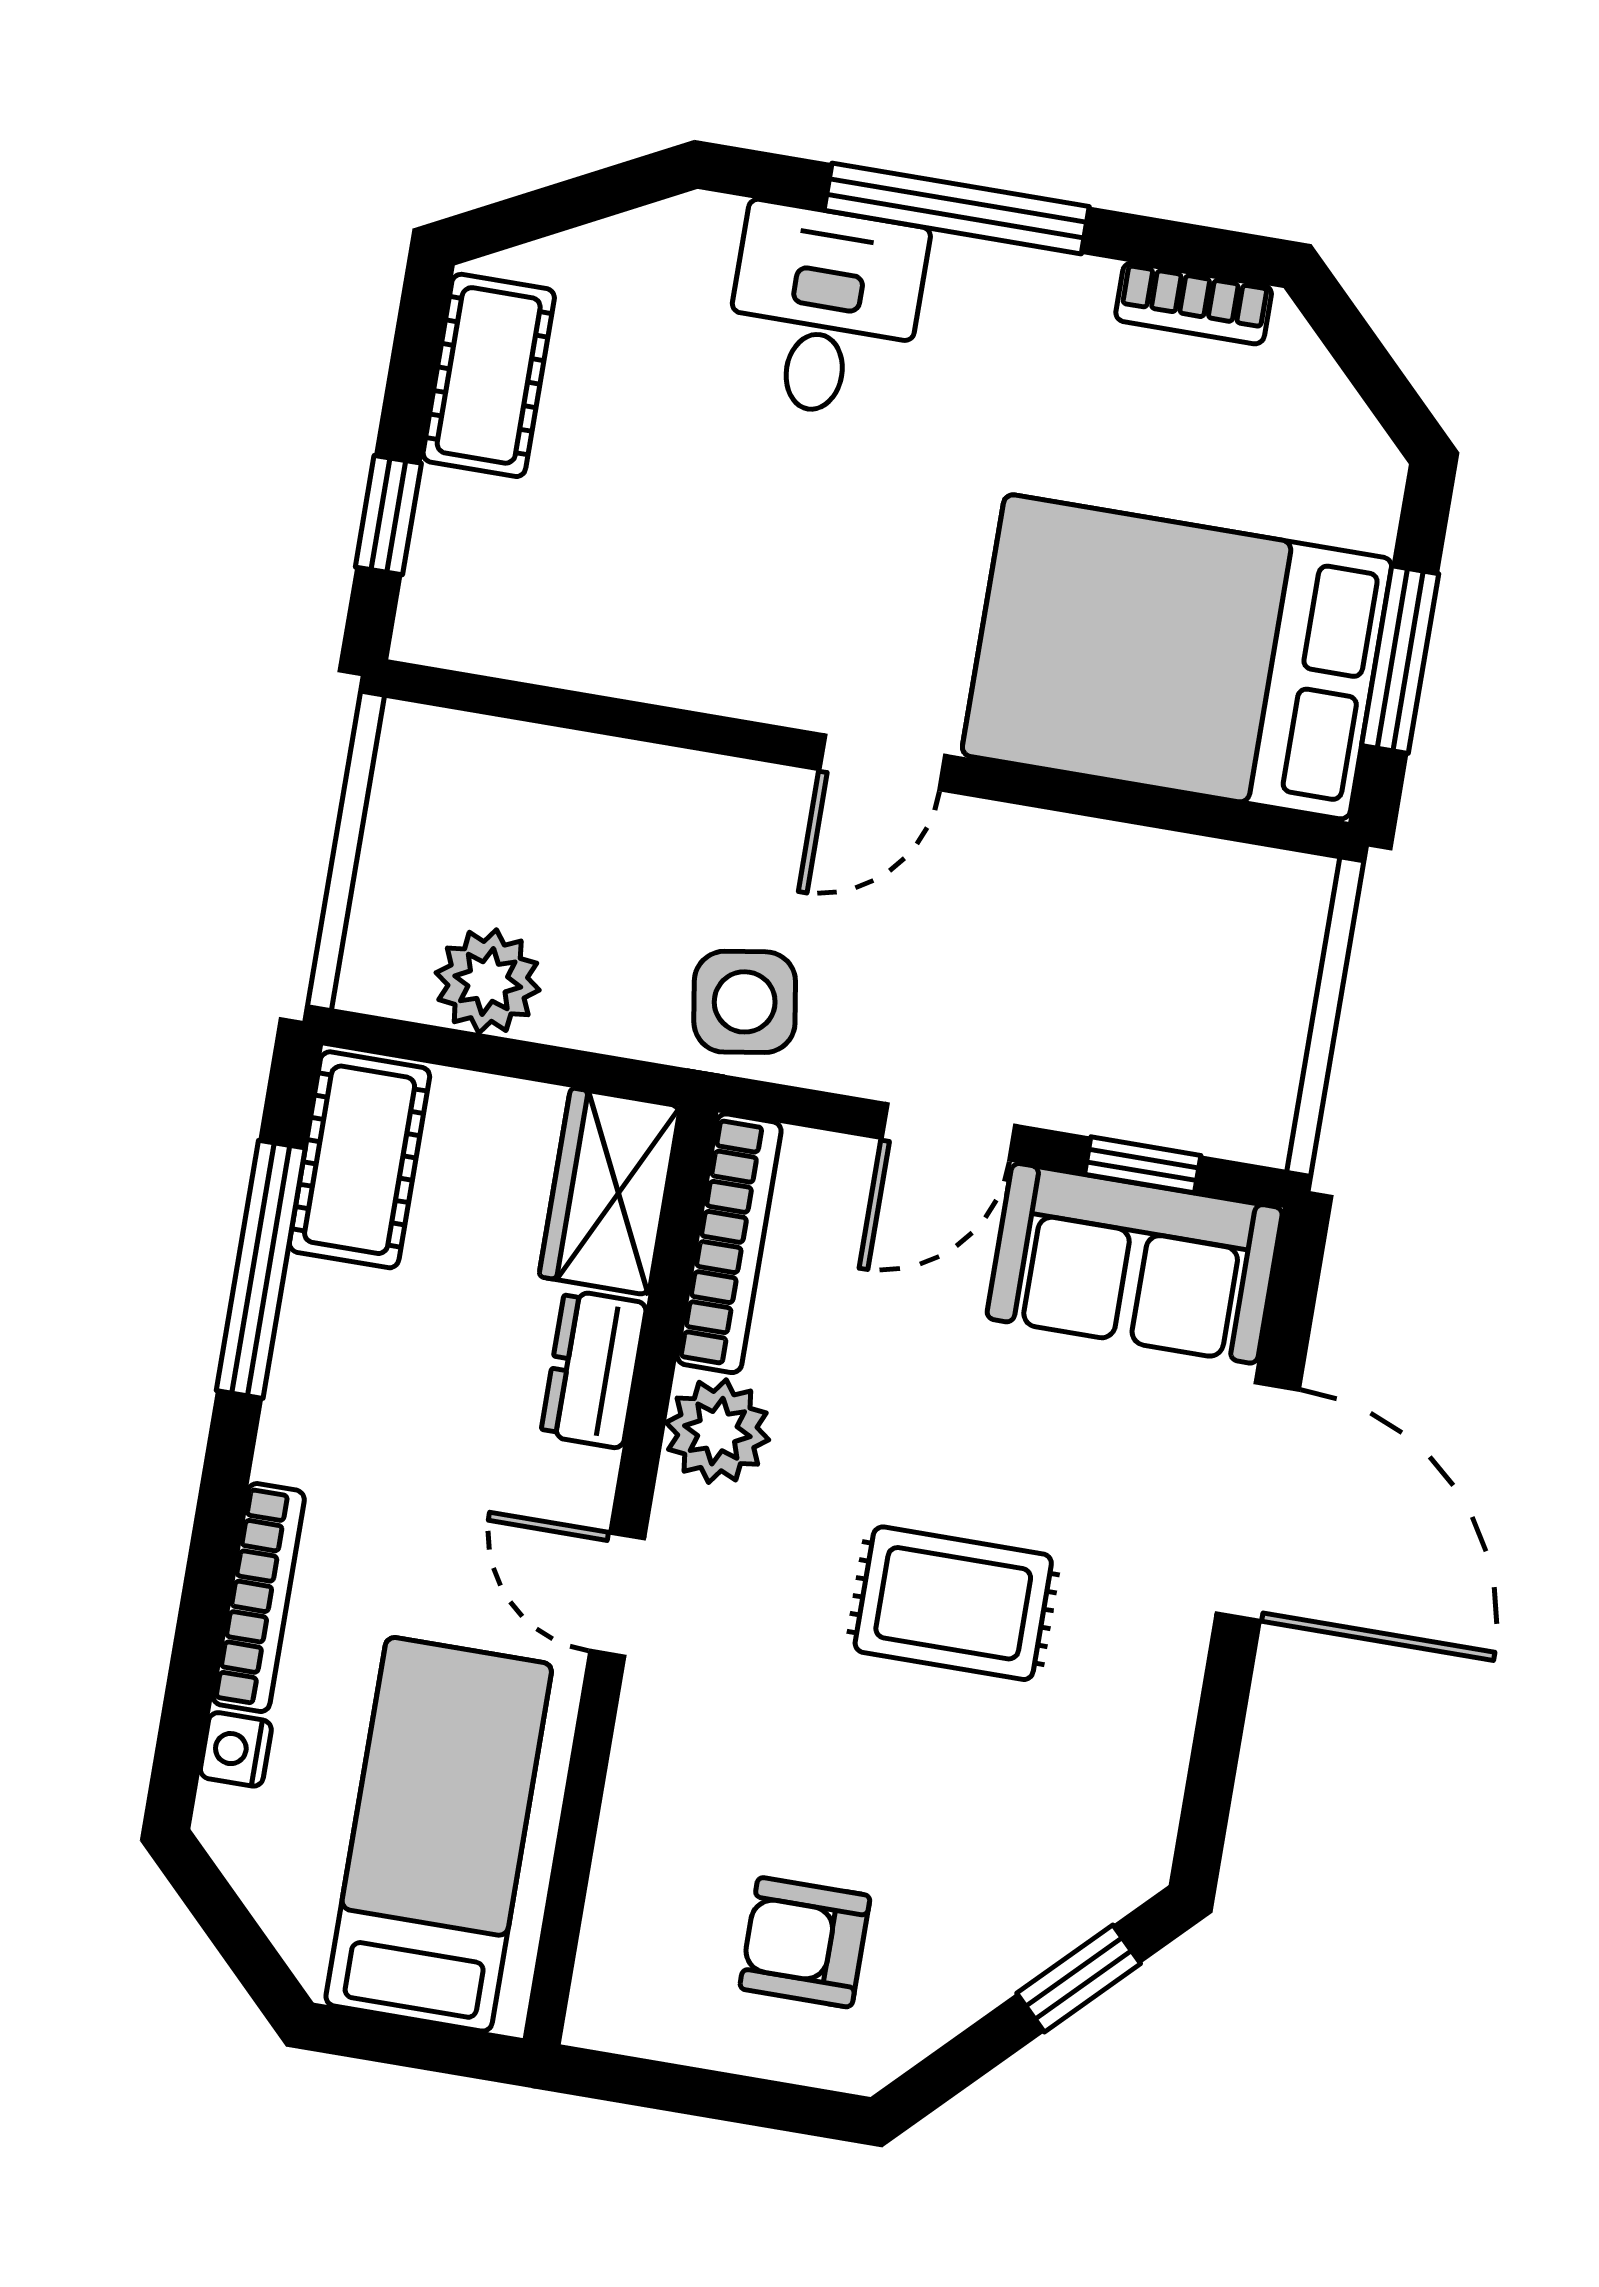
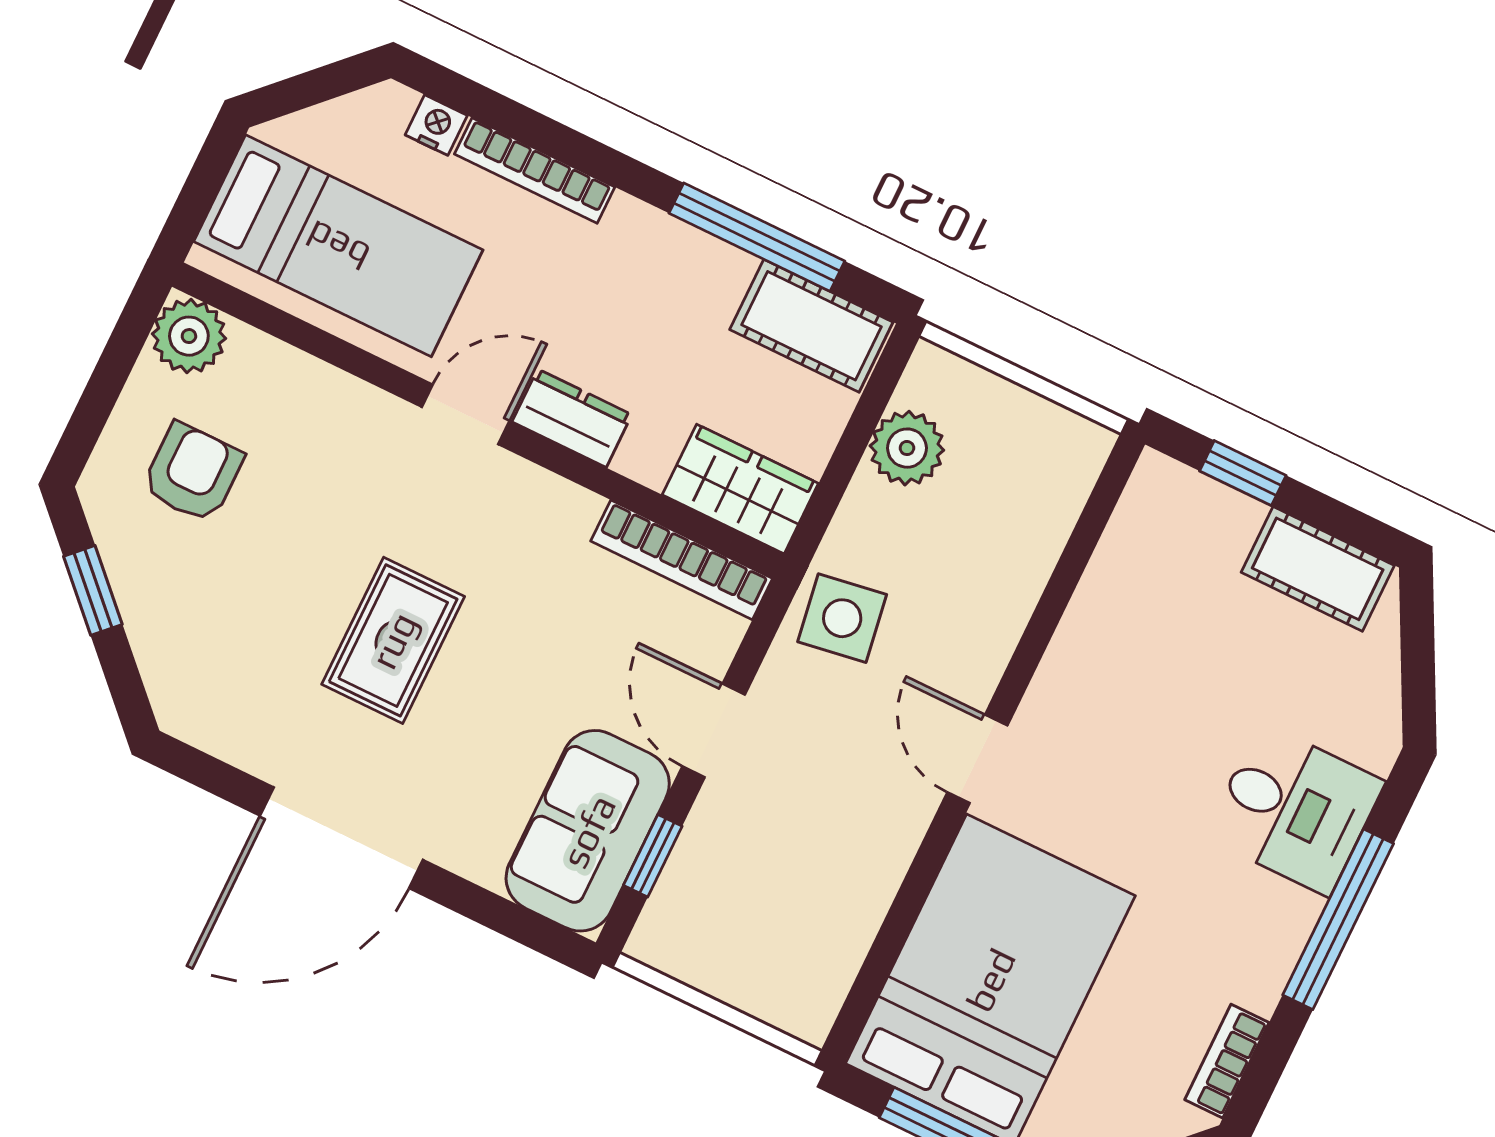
dresser: (594, 1369) -> (572, 418), moved
plant: (717, 1431) -> (189, 336), moved
door: (1258, 1502) -> (341, 838), moved
window: (1079, 1978) -> (93, 590), moved

